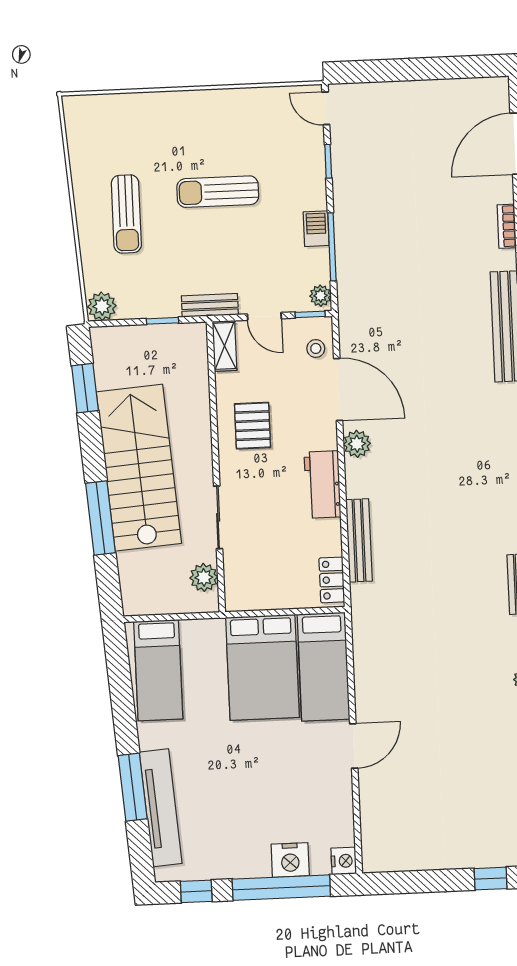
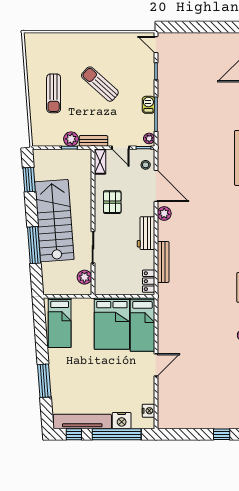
sun lounger: (218, 192) -> (100, 84), turned 42
plant: (102, 306) -> (71, 139), moved
tv unit: (161, 808) -> (82, 422), moved, turned -86
nightstand: (344, 861) -> (148, 411), moved

